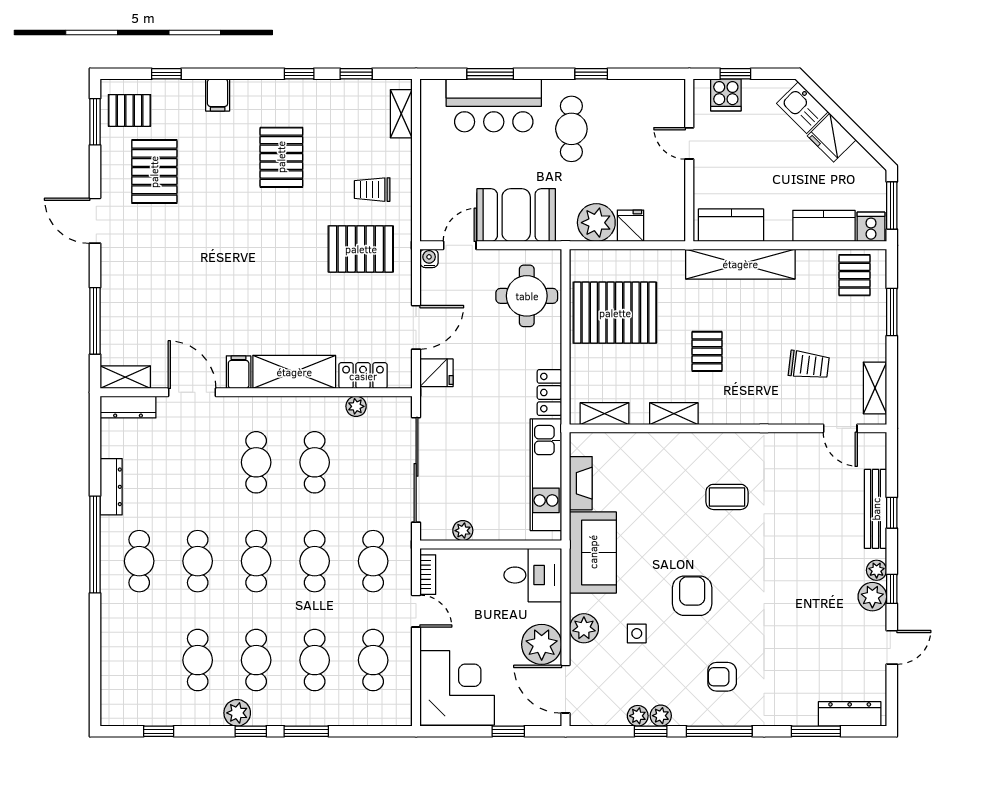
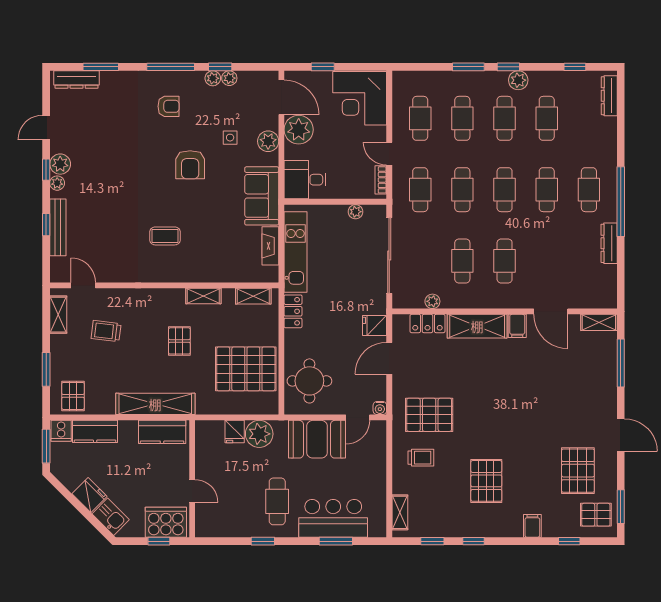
cooker: (726, 95) -> (166, 522), width x1.87, depth x1.31
dresser: (128, 407) -> (609, 96), moved, turned -90

